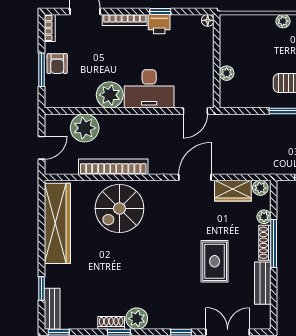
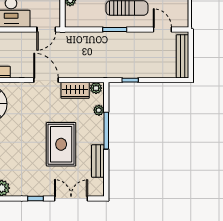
door: (195, 177) -> (46, 80), hinge flipped
shoe rack: (265, 243) -> (100, 130), removed
rug: (215, 261) -> (61, 144), width x1.36, depth x1.43

